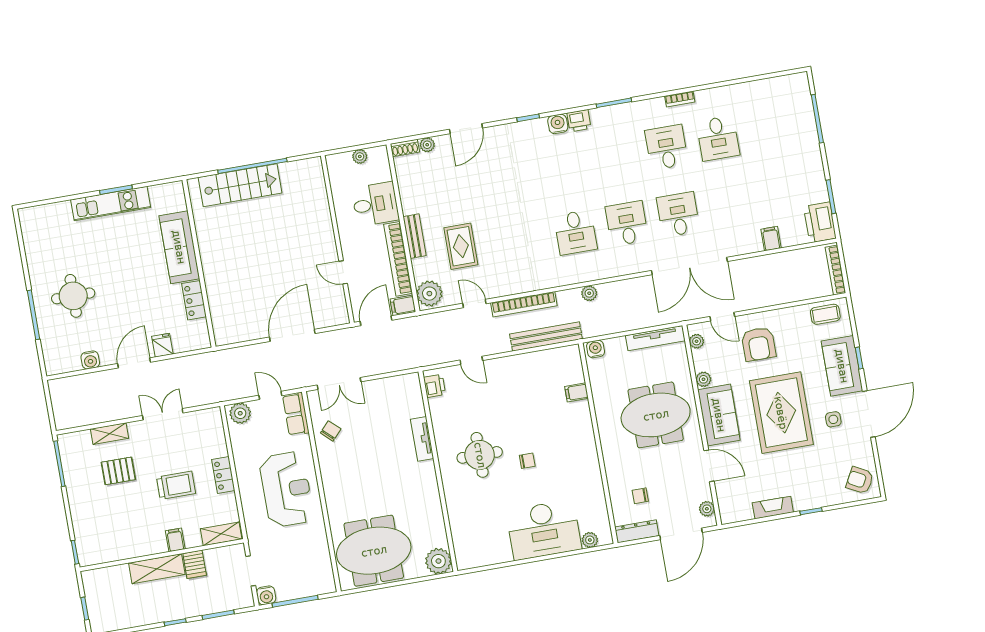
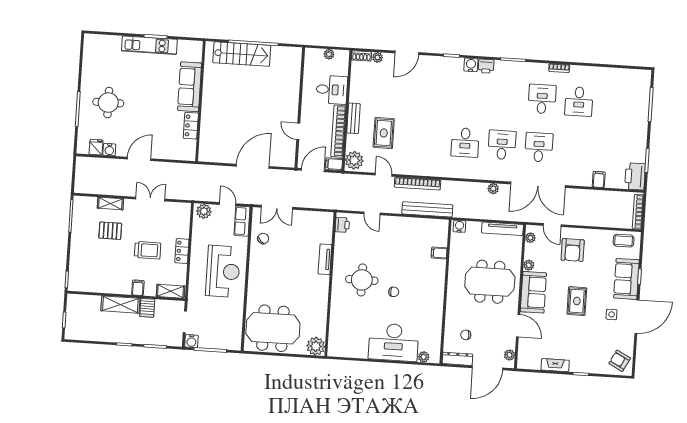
plant: (589, 293) -> (493, 189), moved
fridge: (162, 345) -> (96, 147), moved
rug: (781, 413) -> (577, 301), width x0.54, depth x0.49

